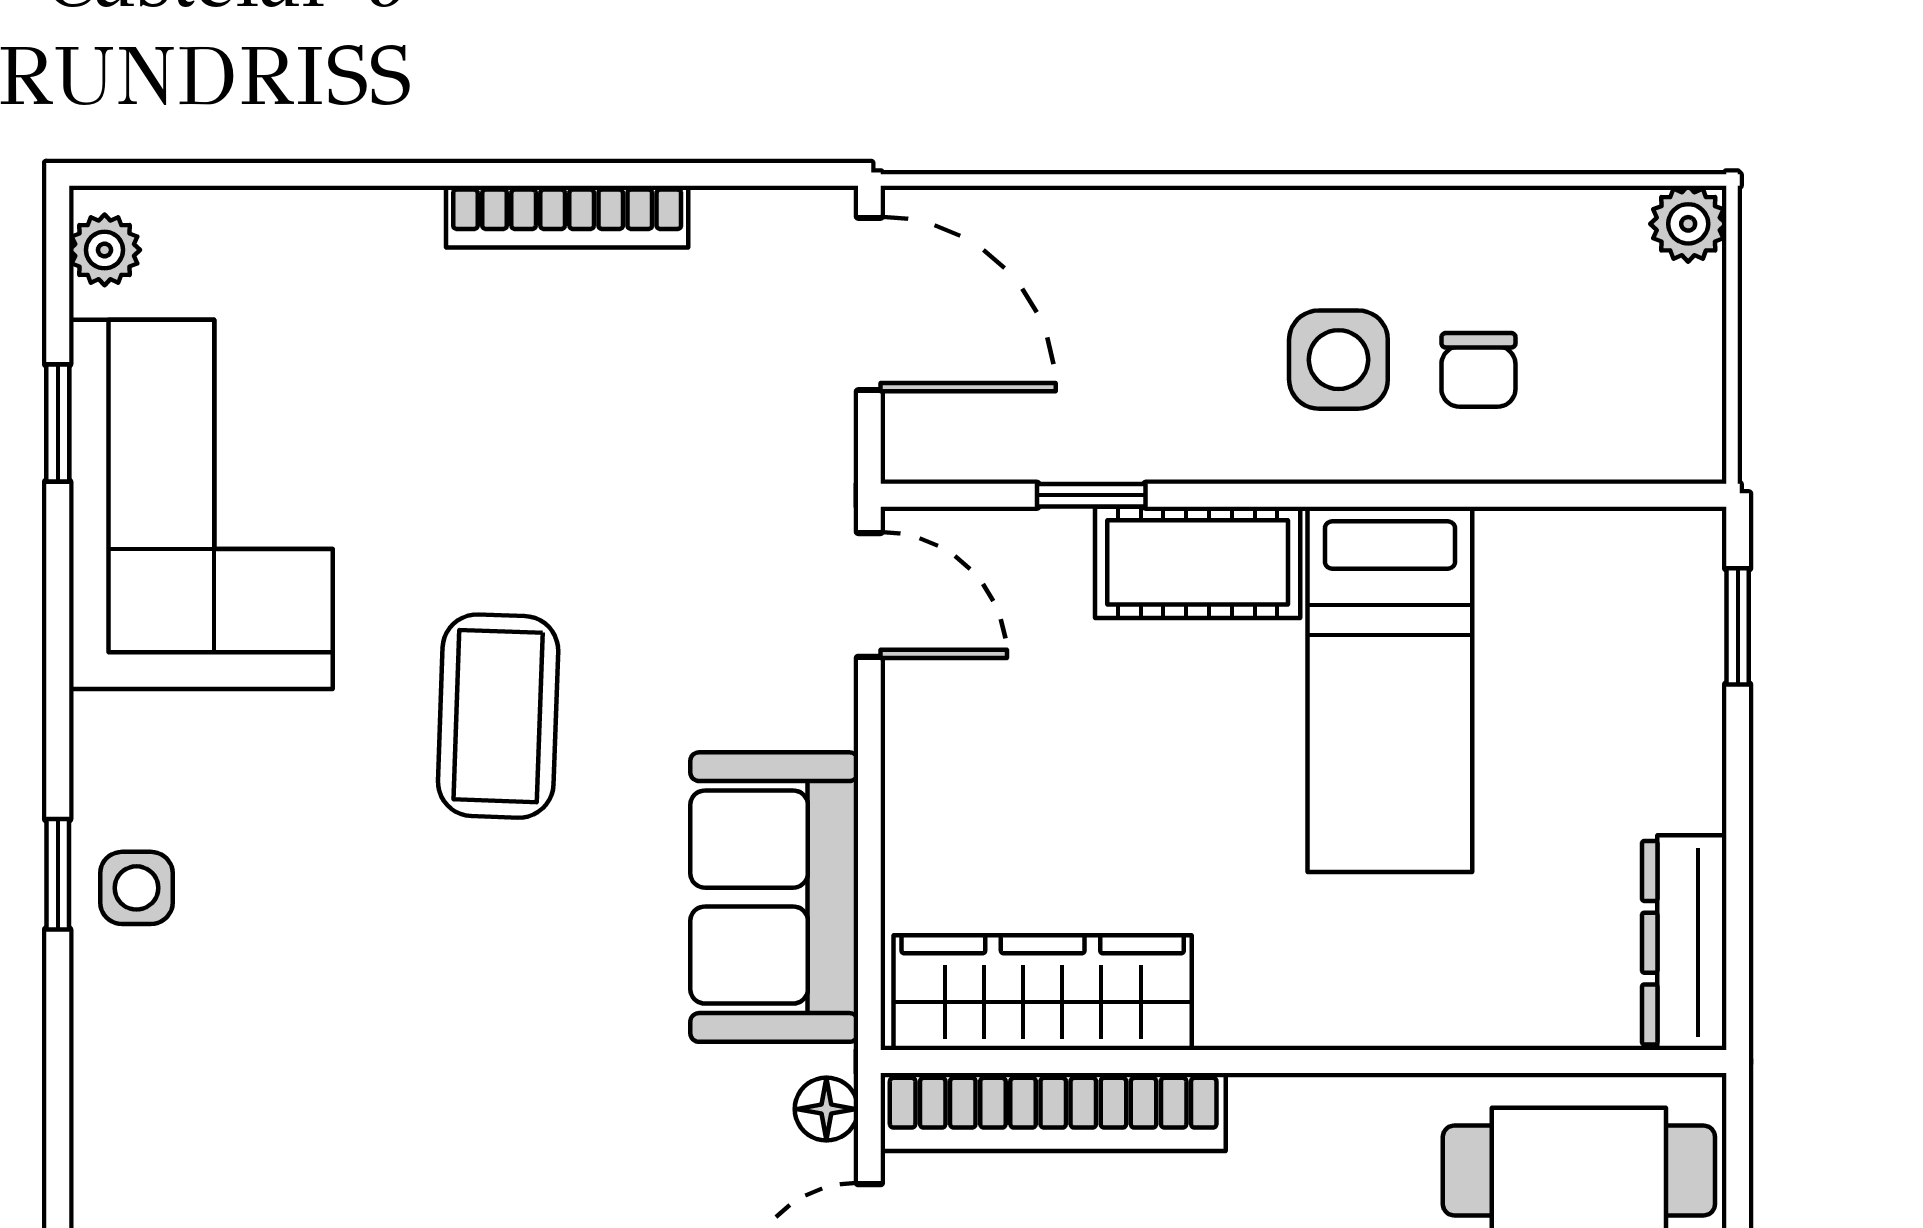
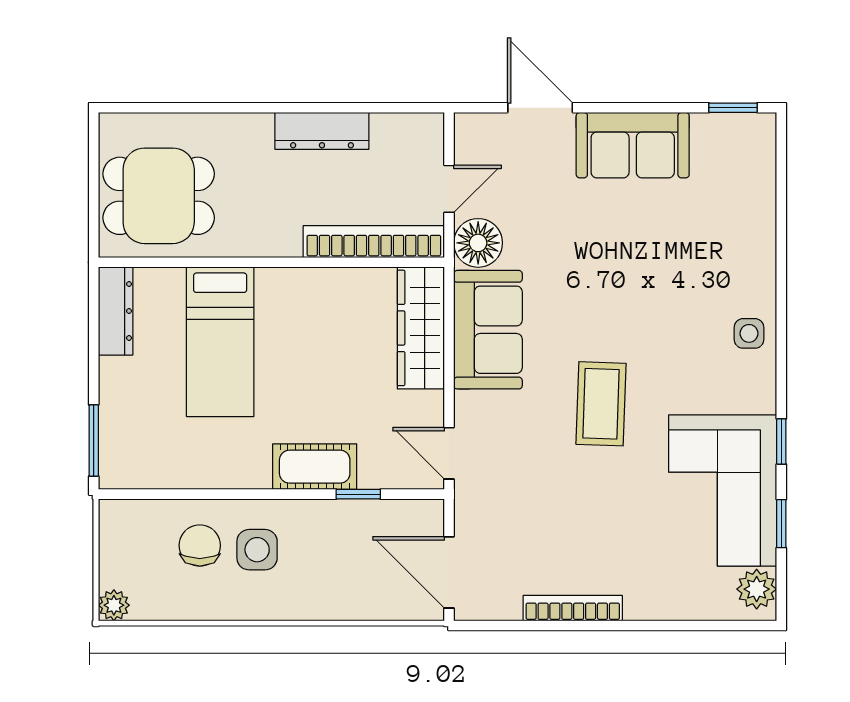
plant: (105, 250) -> (757, 589), width x1.38, depth x1.38
chair: (1478, 370) -> (200, 545), width x1.37, depth x1.37
window: (1738, 626) -> (94, 440), width x1.50
bed: (1390, 689) -> (220, 342), moved, turned 180
window: (58, 874) -> (781, 441), moved
wardrobe: (1043, 993) -> (421, 328), moved, turned 90
floor lamp: (826, 1109) -> (478, 243), width x1.89, depth x1.89

